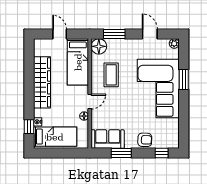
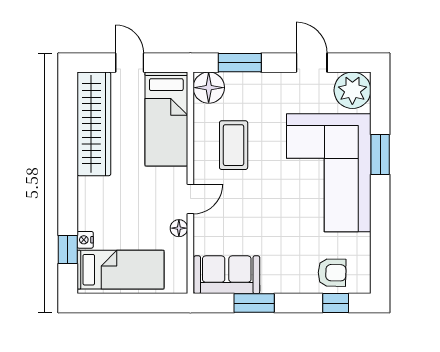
plant: (174, 43) -> (352, 90), width x1.88, depth x1.88
wardrobe: (42, 82) -> (94, 124), moved
armchair: (145, 140) -> (332, 273), moved

